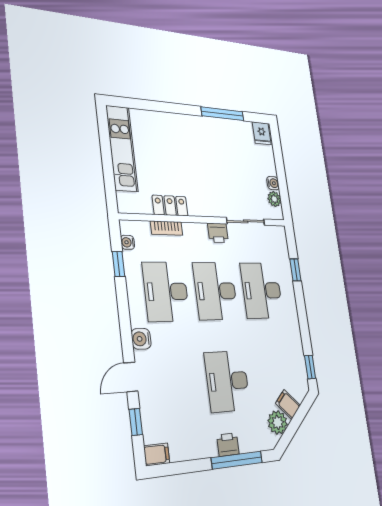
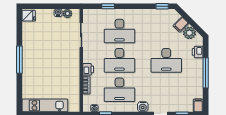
window: (222, 114) -> (19, 60), moved
locker: (170, 206) -> (74, 81), removed
printer: (218, 233) -> (88, 69), moved
printer: (228, 445) -> (198, 52), moved
window: (237, 460) -> (206, 73), moved

